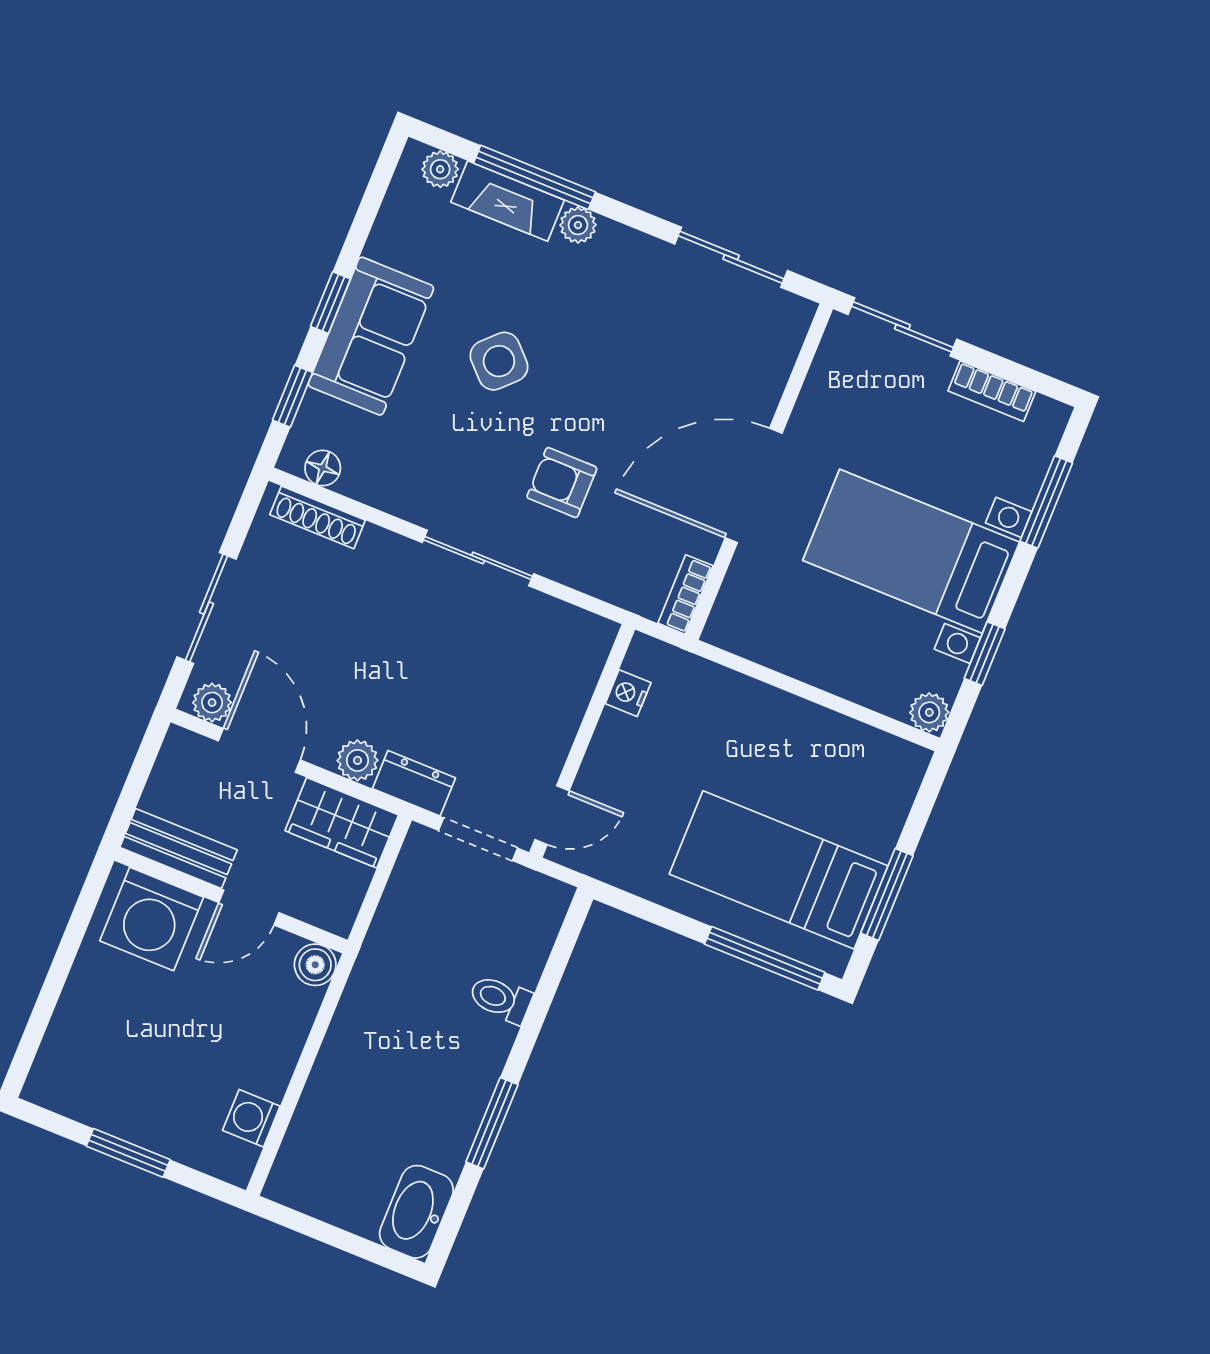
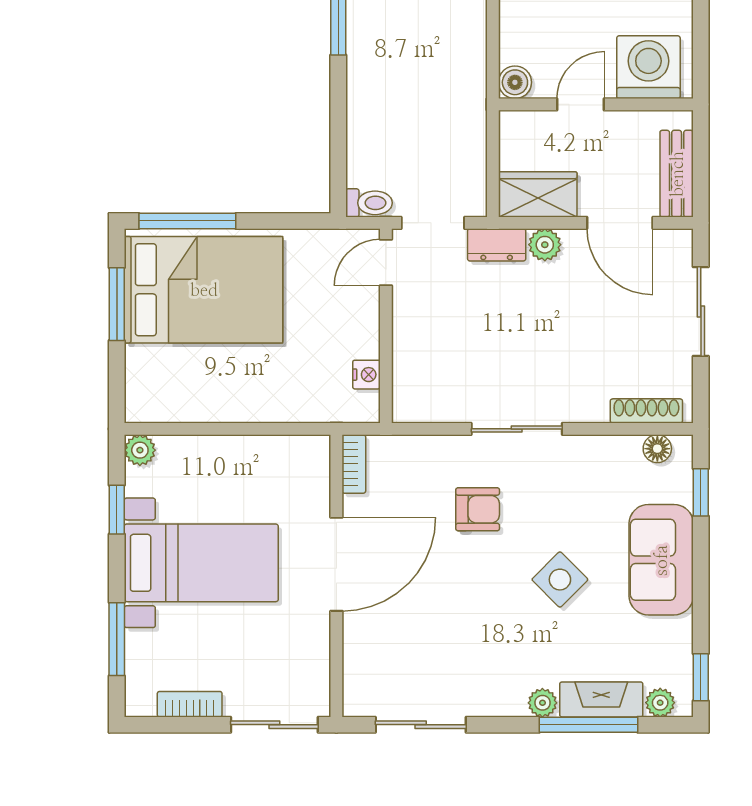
window: (330, 303) -> (701, 677), moved
plant: (212, 703) -> (669, 244), removed
bench: (178, 849) -> (677, 174), moved, turned 90
bed: (779, 870) -> (204, 290), width x1.50
toilet: (500, 999) -> (369, 203), moved

